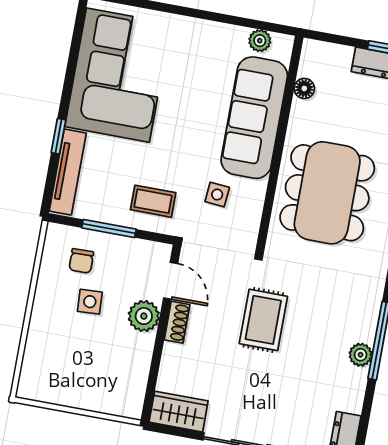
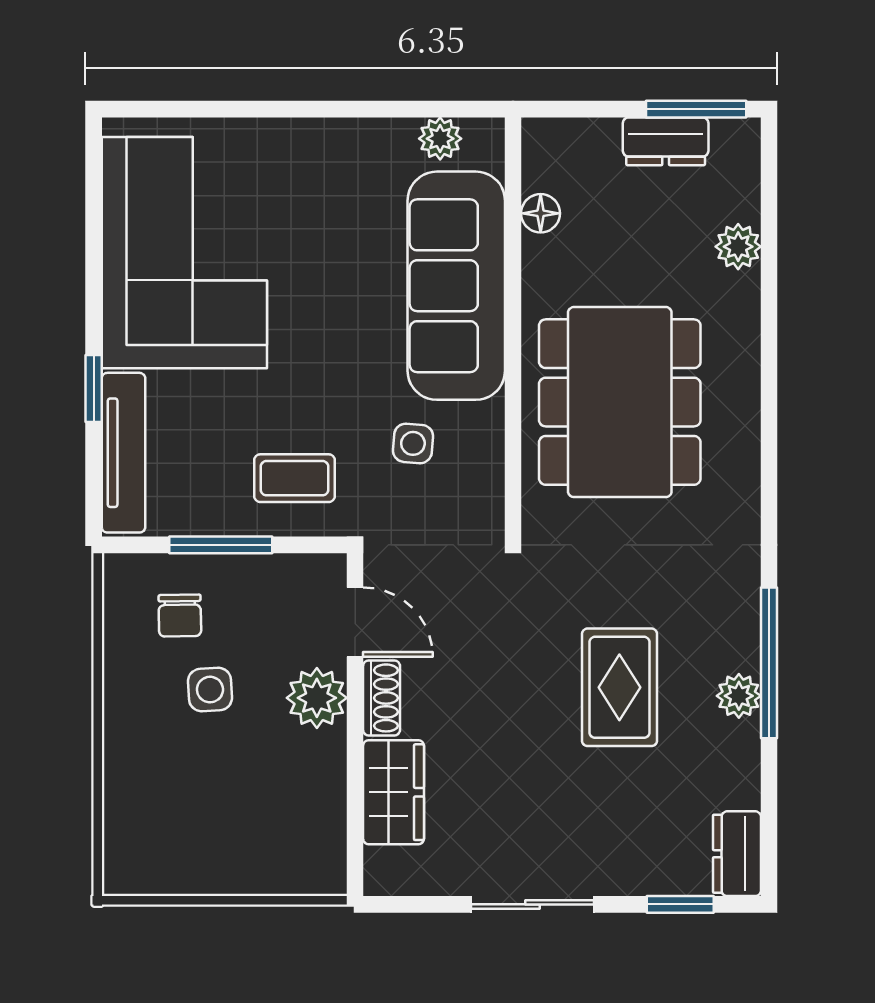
rug: (263, 320) -> (619, 687), moved
wardrobe: (179, 412) -> (393, 792), moved, turned 90

